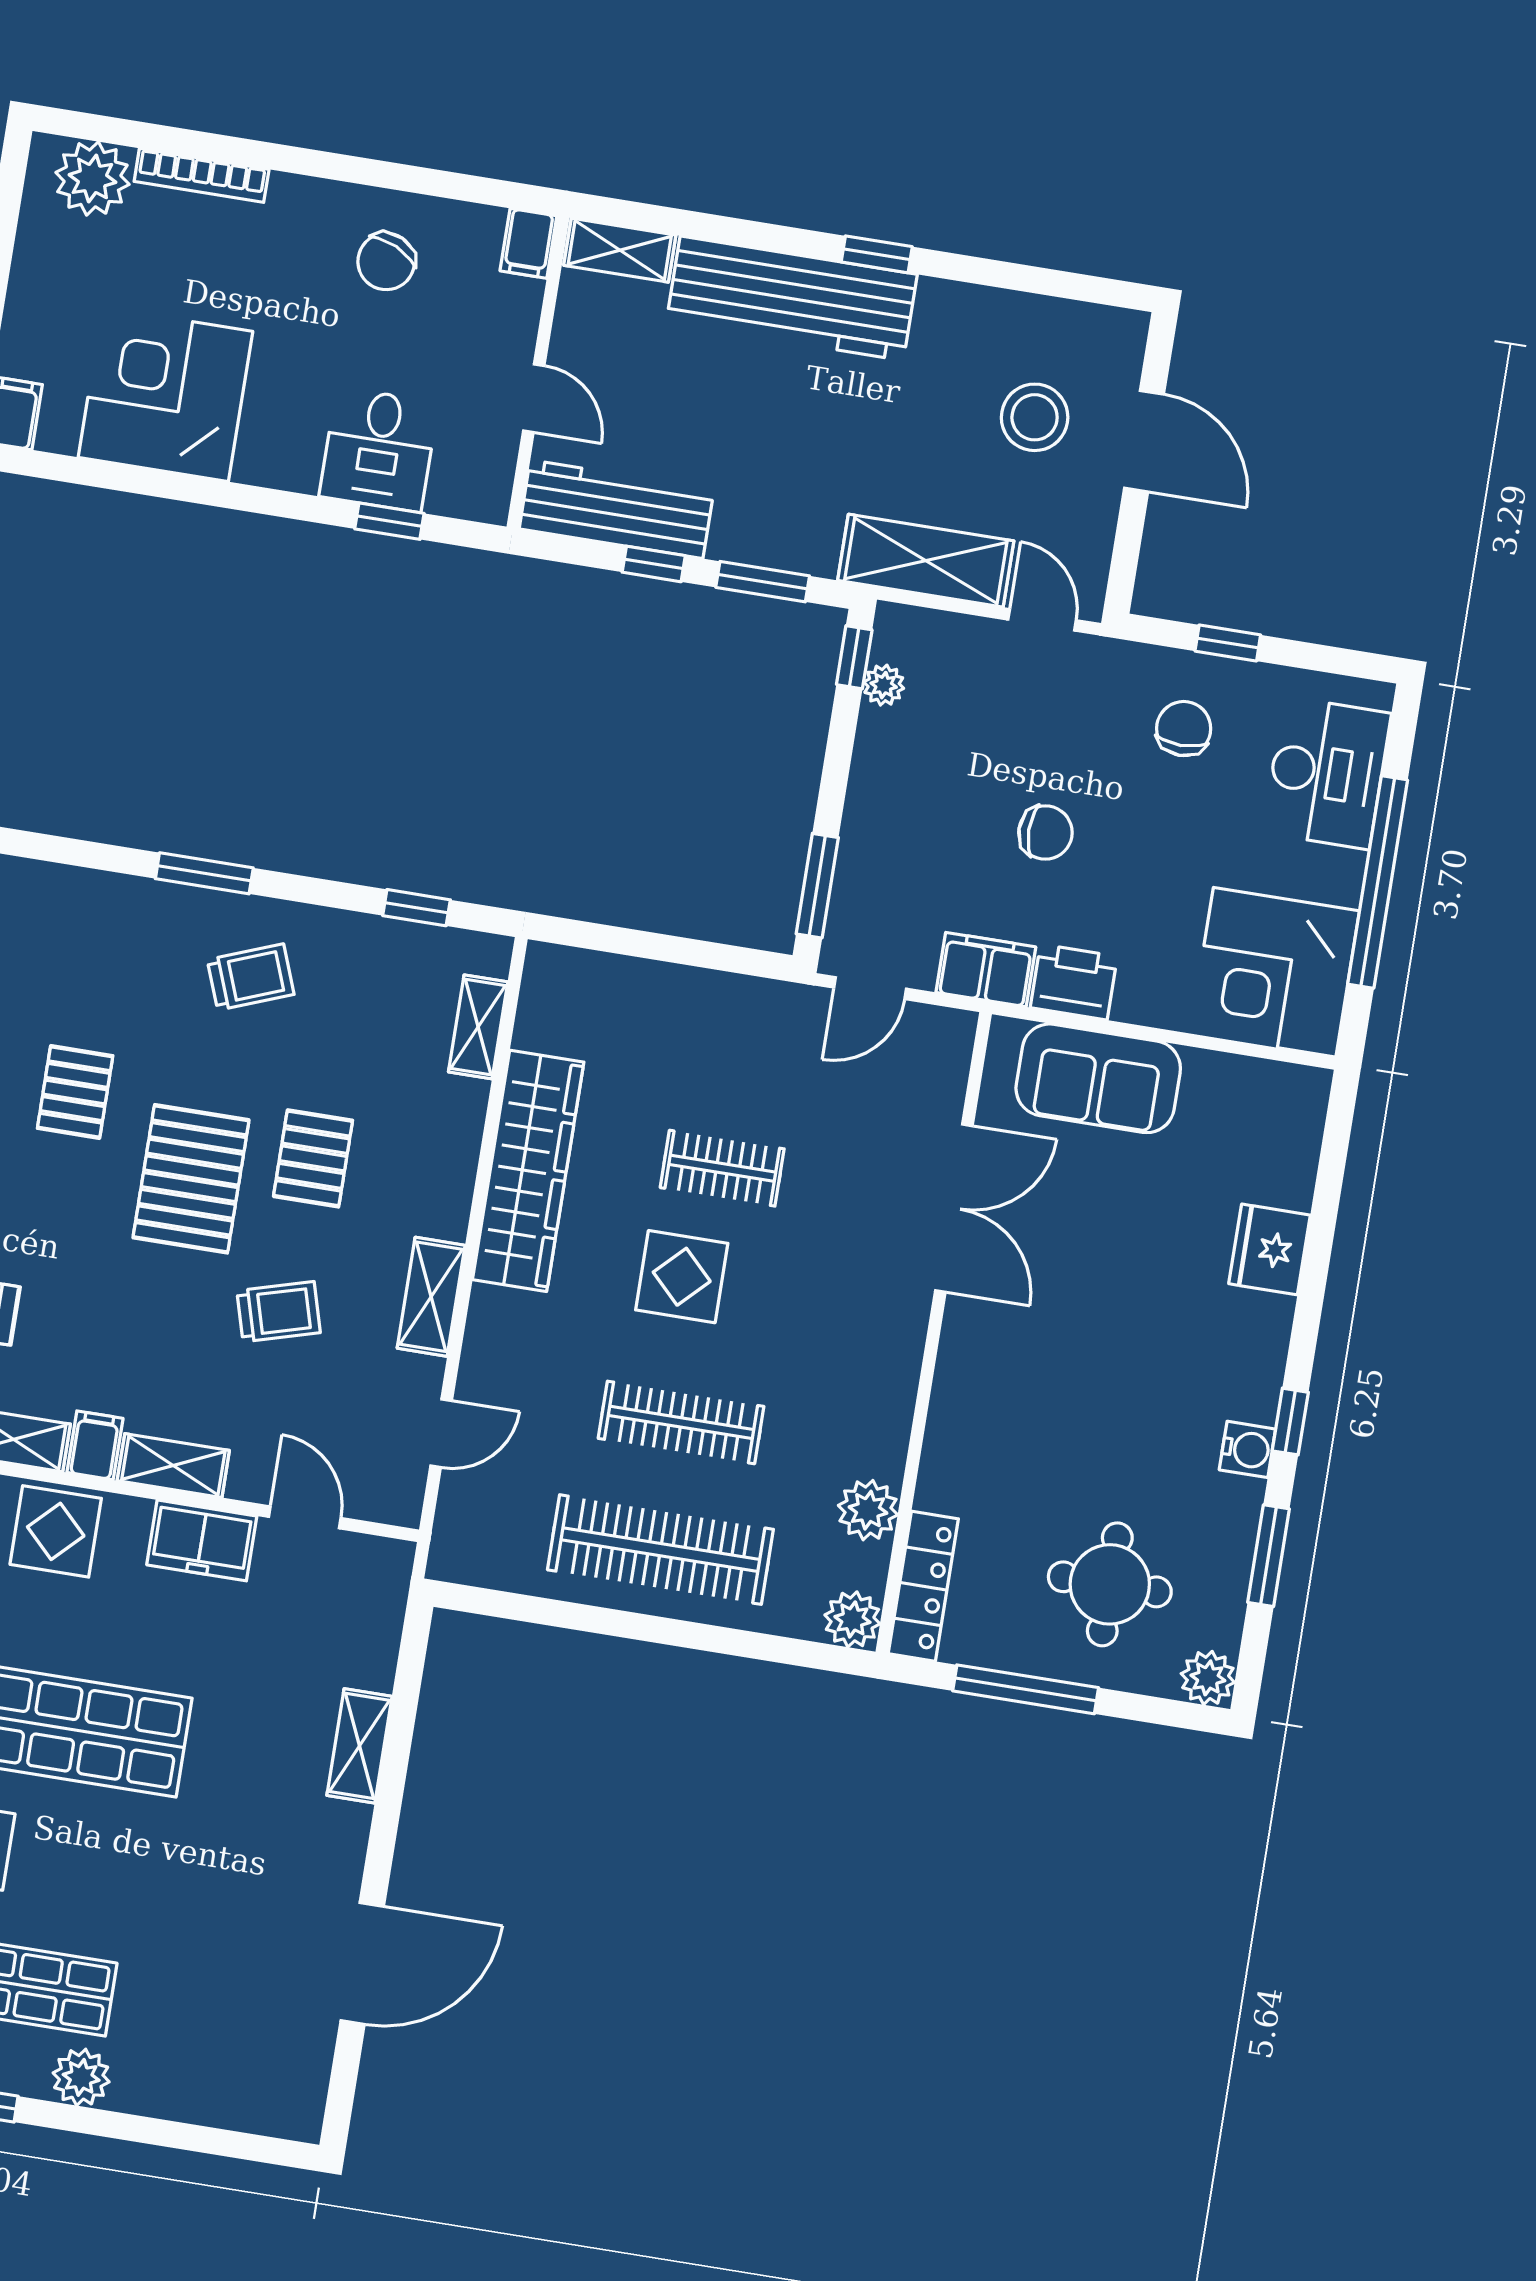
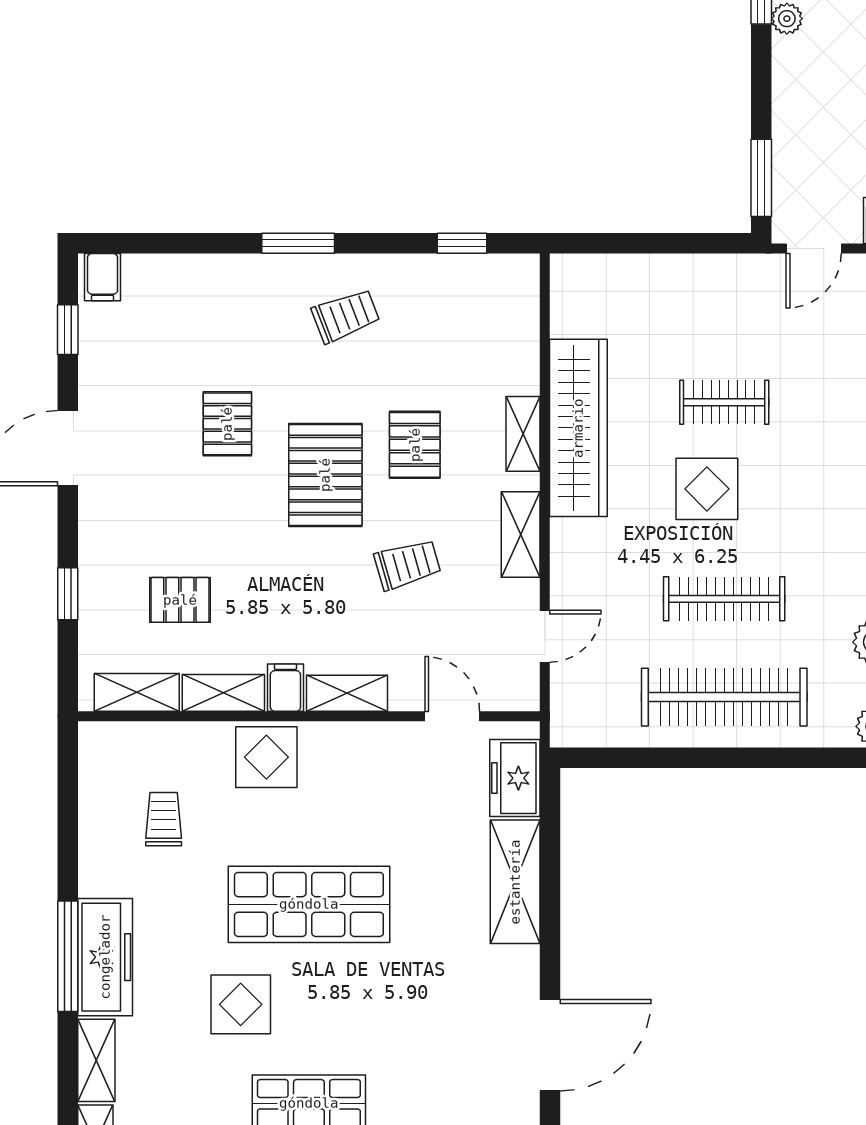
shelving: (478, 1027) -> (523, 434), moved
freezer: (202, 1540) -> (515, 778), moved, turned 90
shelving: (359, 1746) -> (515, 882), width x1.50, depth x1.33

